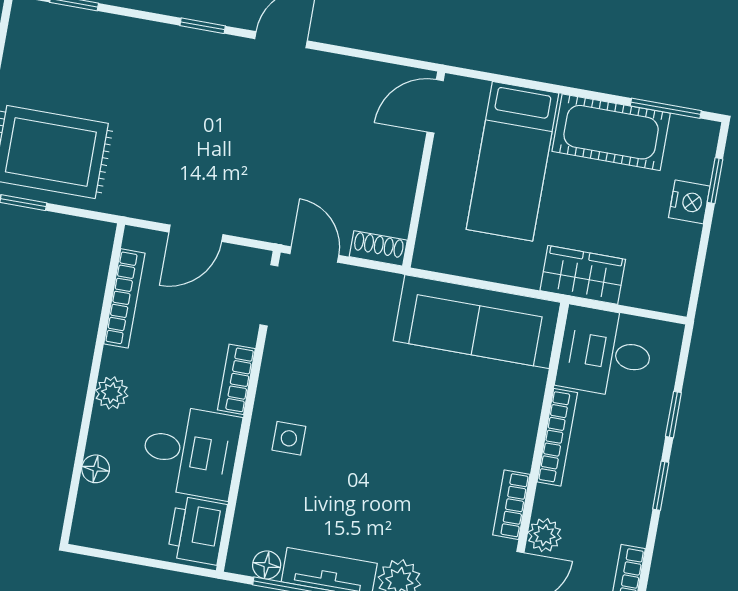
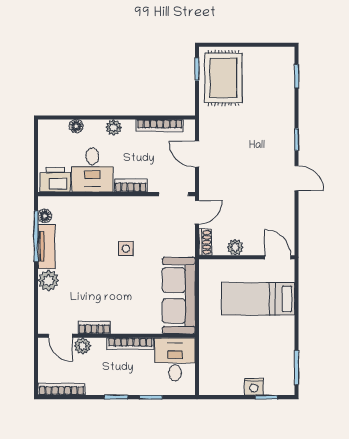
cot: (611, 132) -> (280, 343), removed
plant: (399, 189) -> (235, 247), added
wardrobe: (583, 275) -> (210, 342), removed
side table: (289, 438) -> (126, 249), moved

